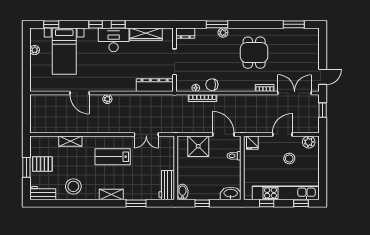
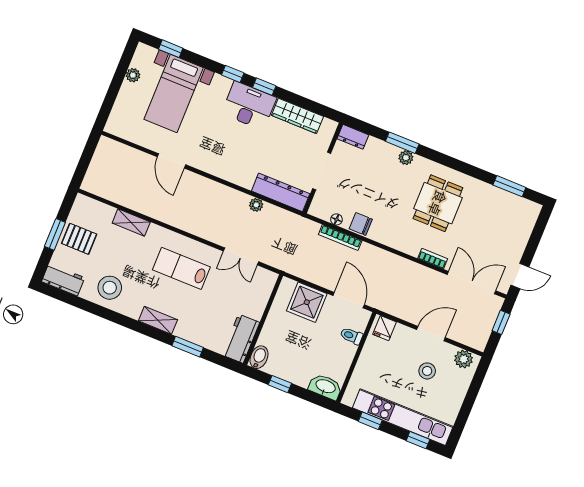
plant: (107, 99) -> (256, 205), moved

